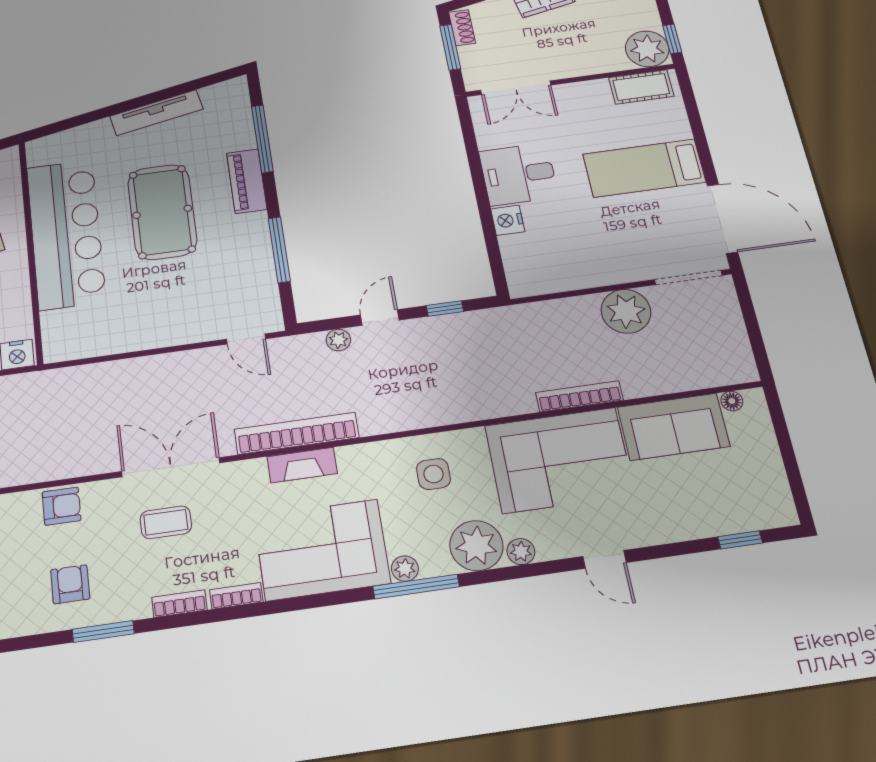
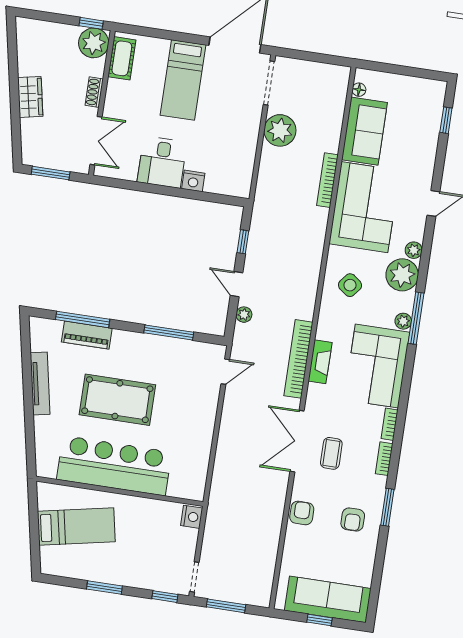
shoe rack: (462, 28) -> (94, 92), moved, turned -90
piano: (247, 181) -> (87, 335), moved
side table: (434, 474) -> (350, 285), turned 38
armchair: (70, 584) -> (353, 520), turned -90

